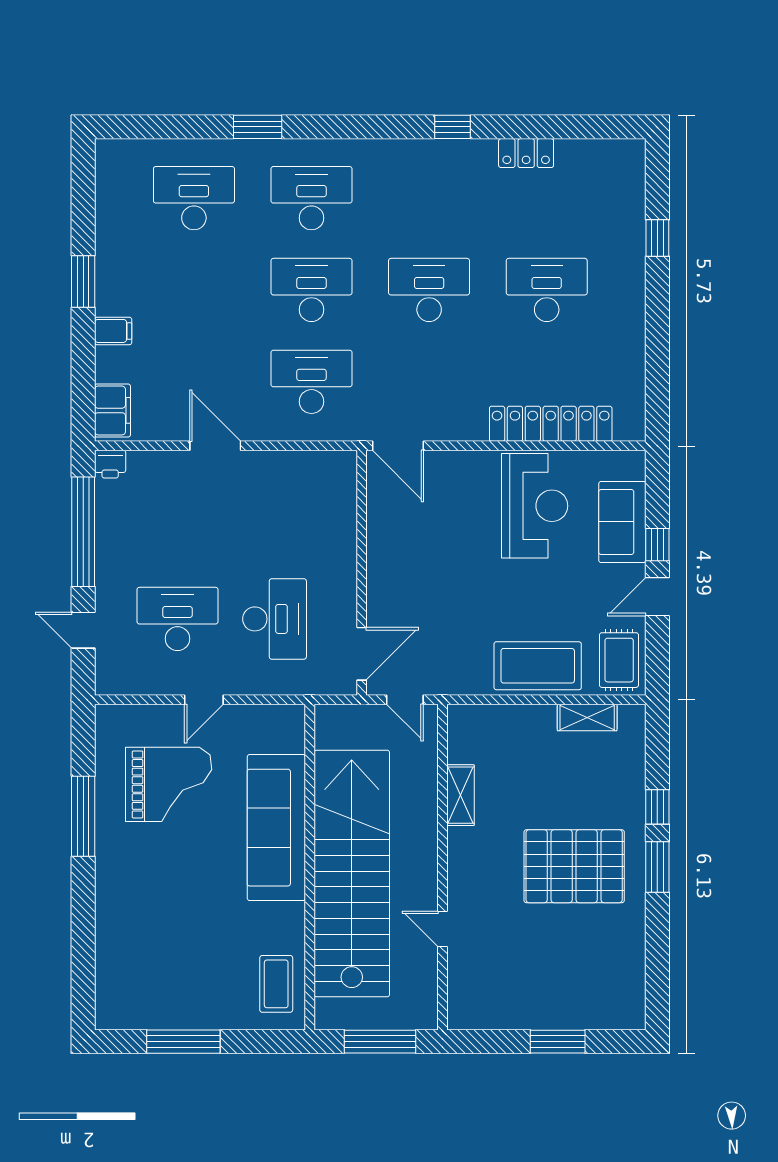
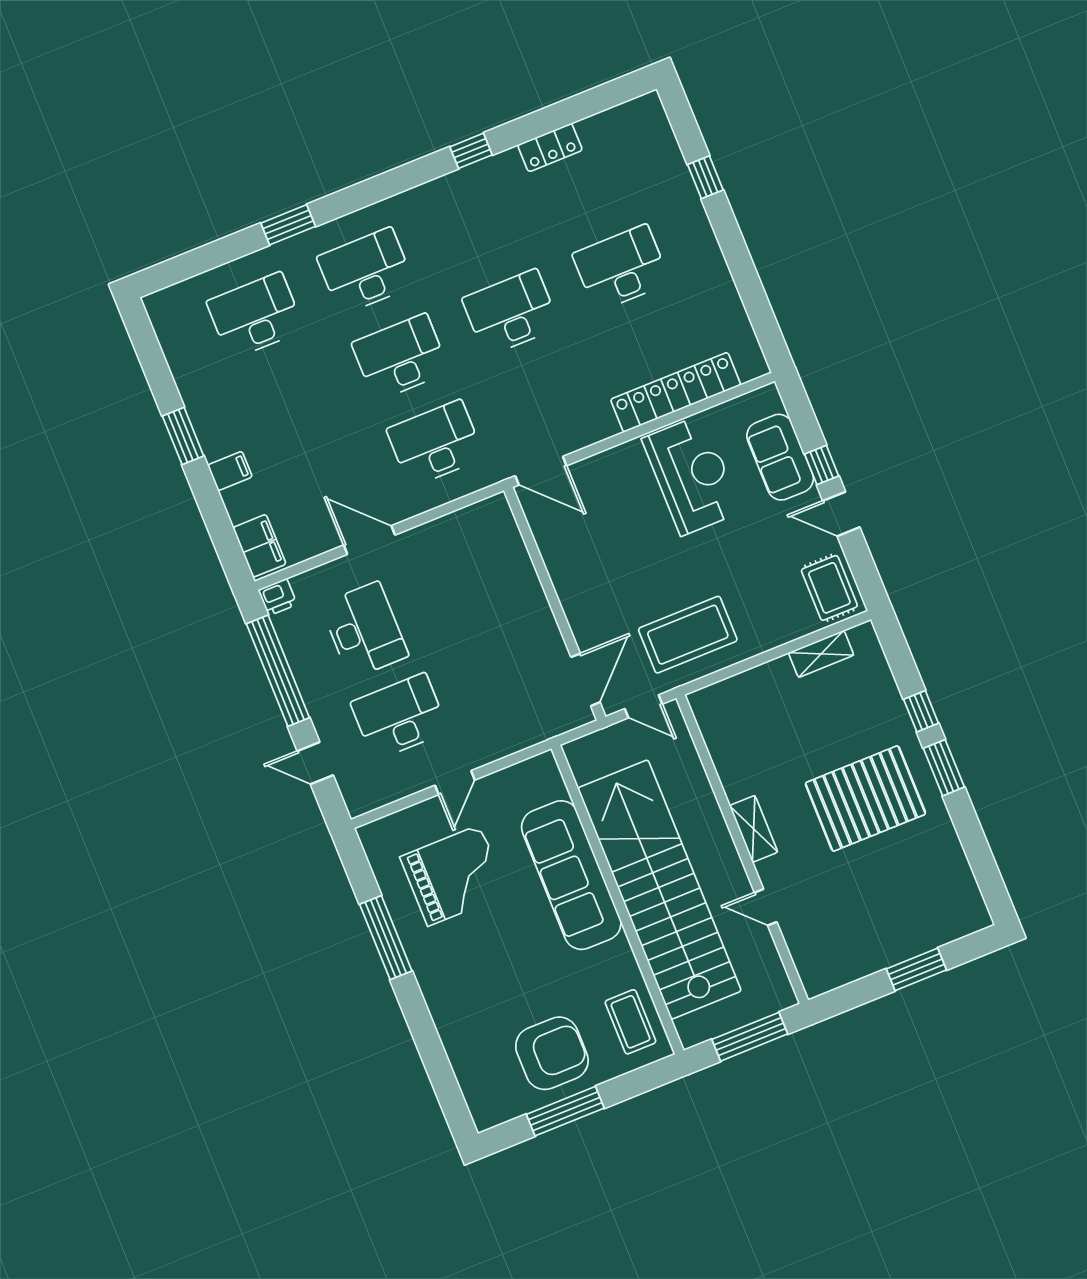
door: (657, 597) -> (841, 514), hinge flipped
desk: (275, 619) -> (364, 630), moved
coffee table: (538, 666) -> (688, 635), moved
shelving: (460, 795) -> (754, 829), moved
armchair: (193, 984) -> (552, 1053), added

